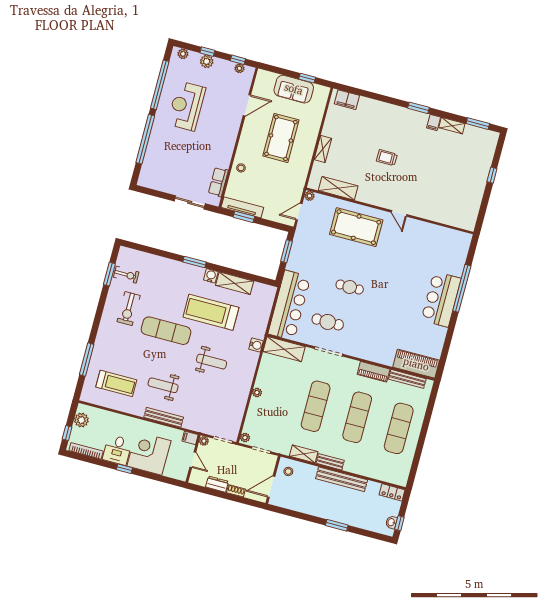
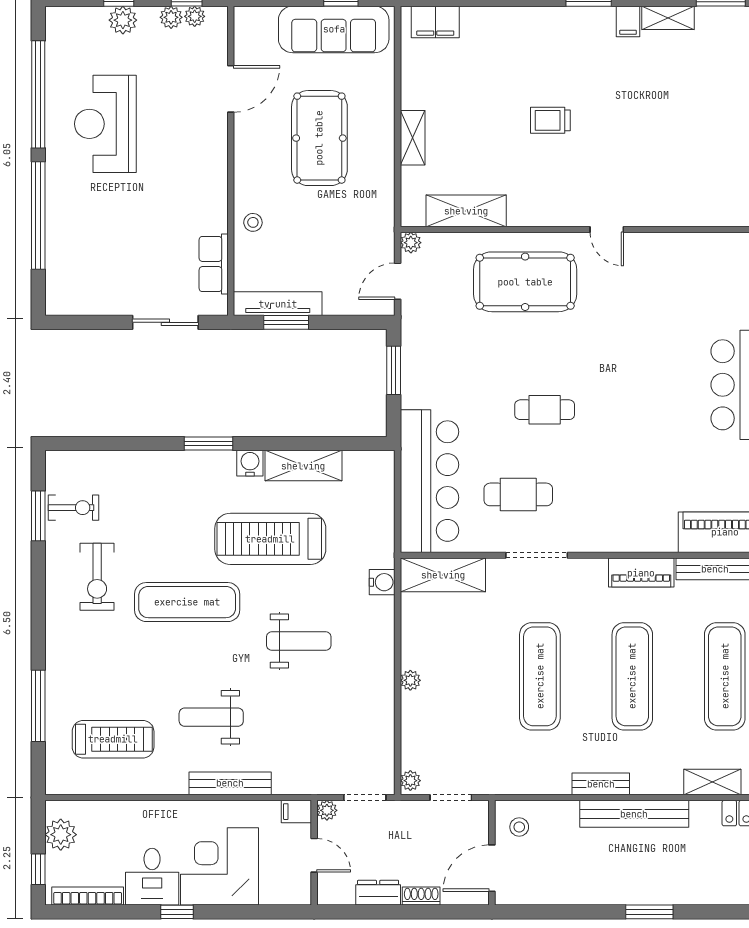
plant: (183, 54) -> (171, 17), moved
sofa: (294, 89) -> (334, 29), width x1.36
shelving: (304, 454) -> (712, 782), moved

